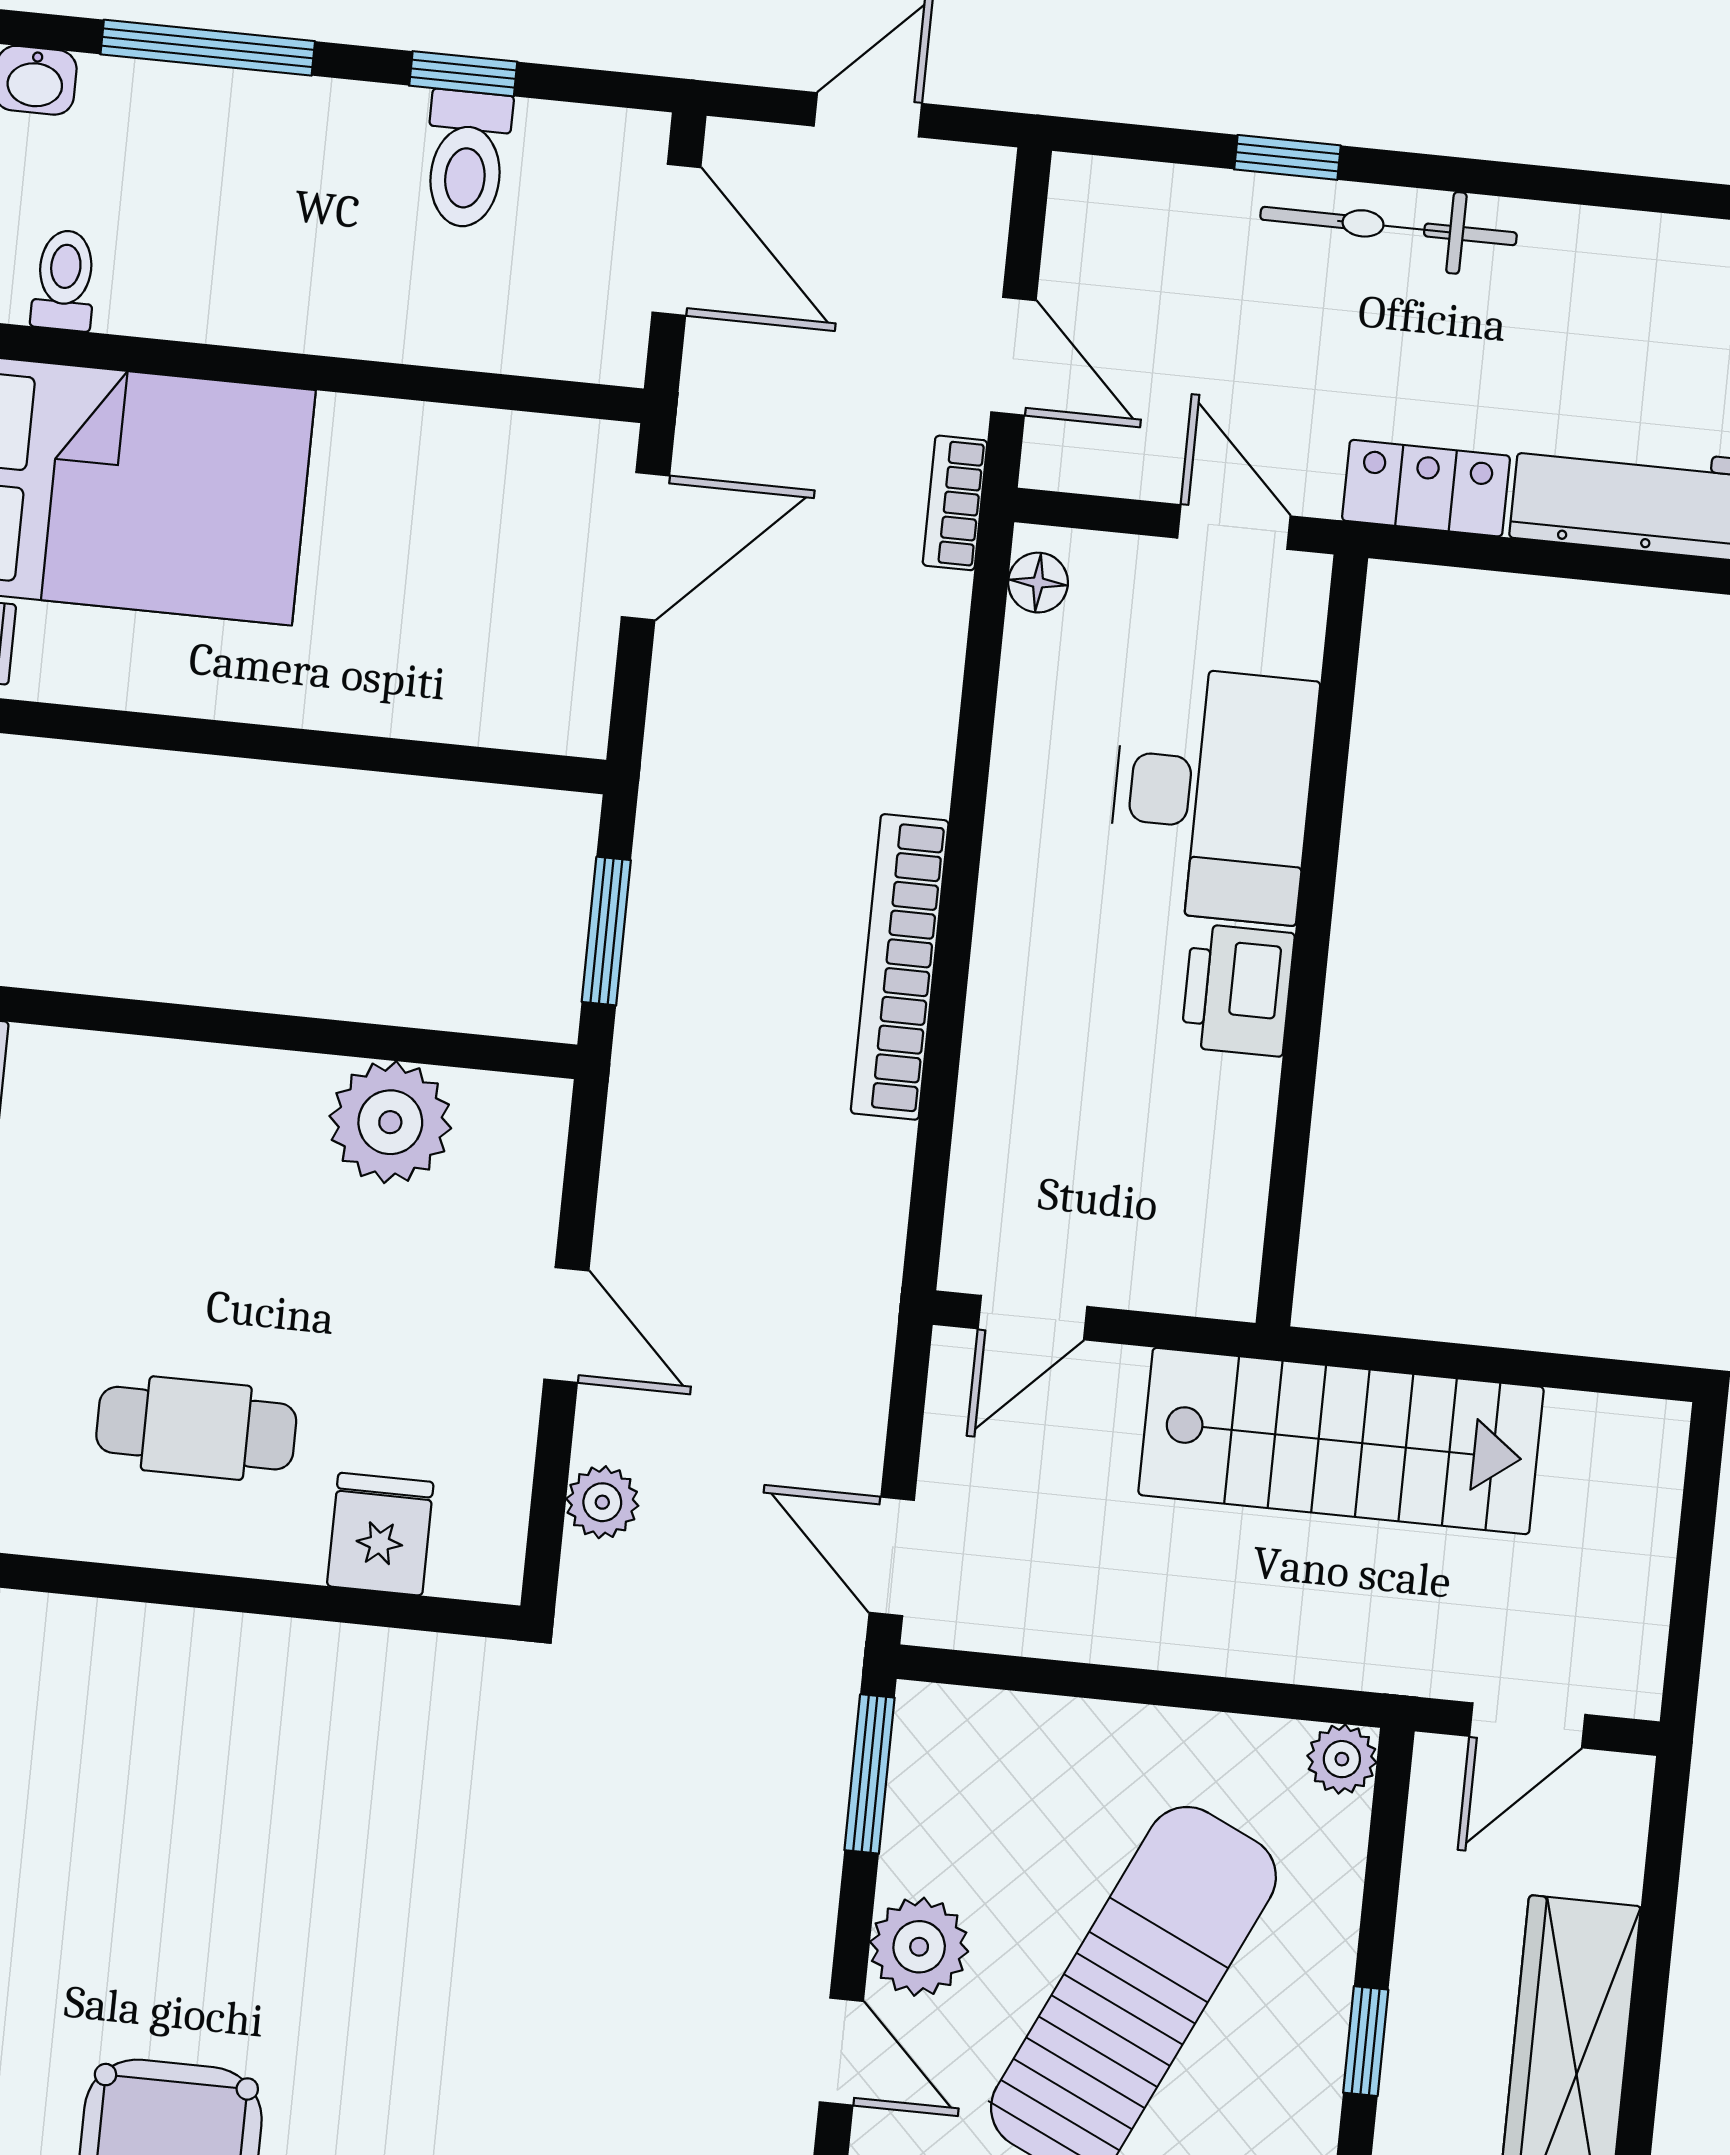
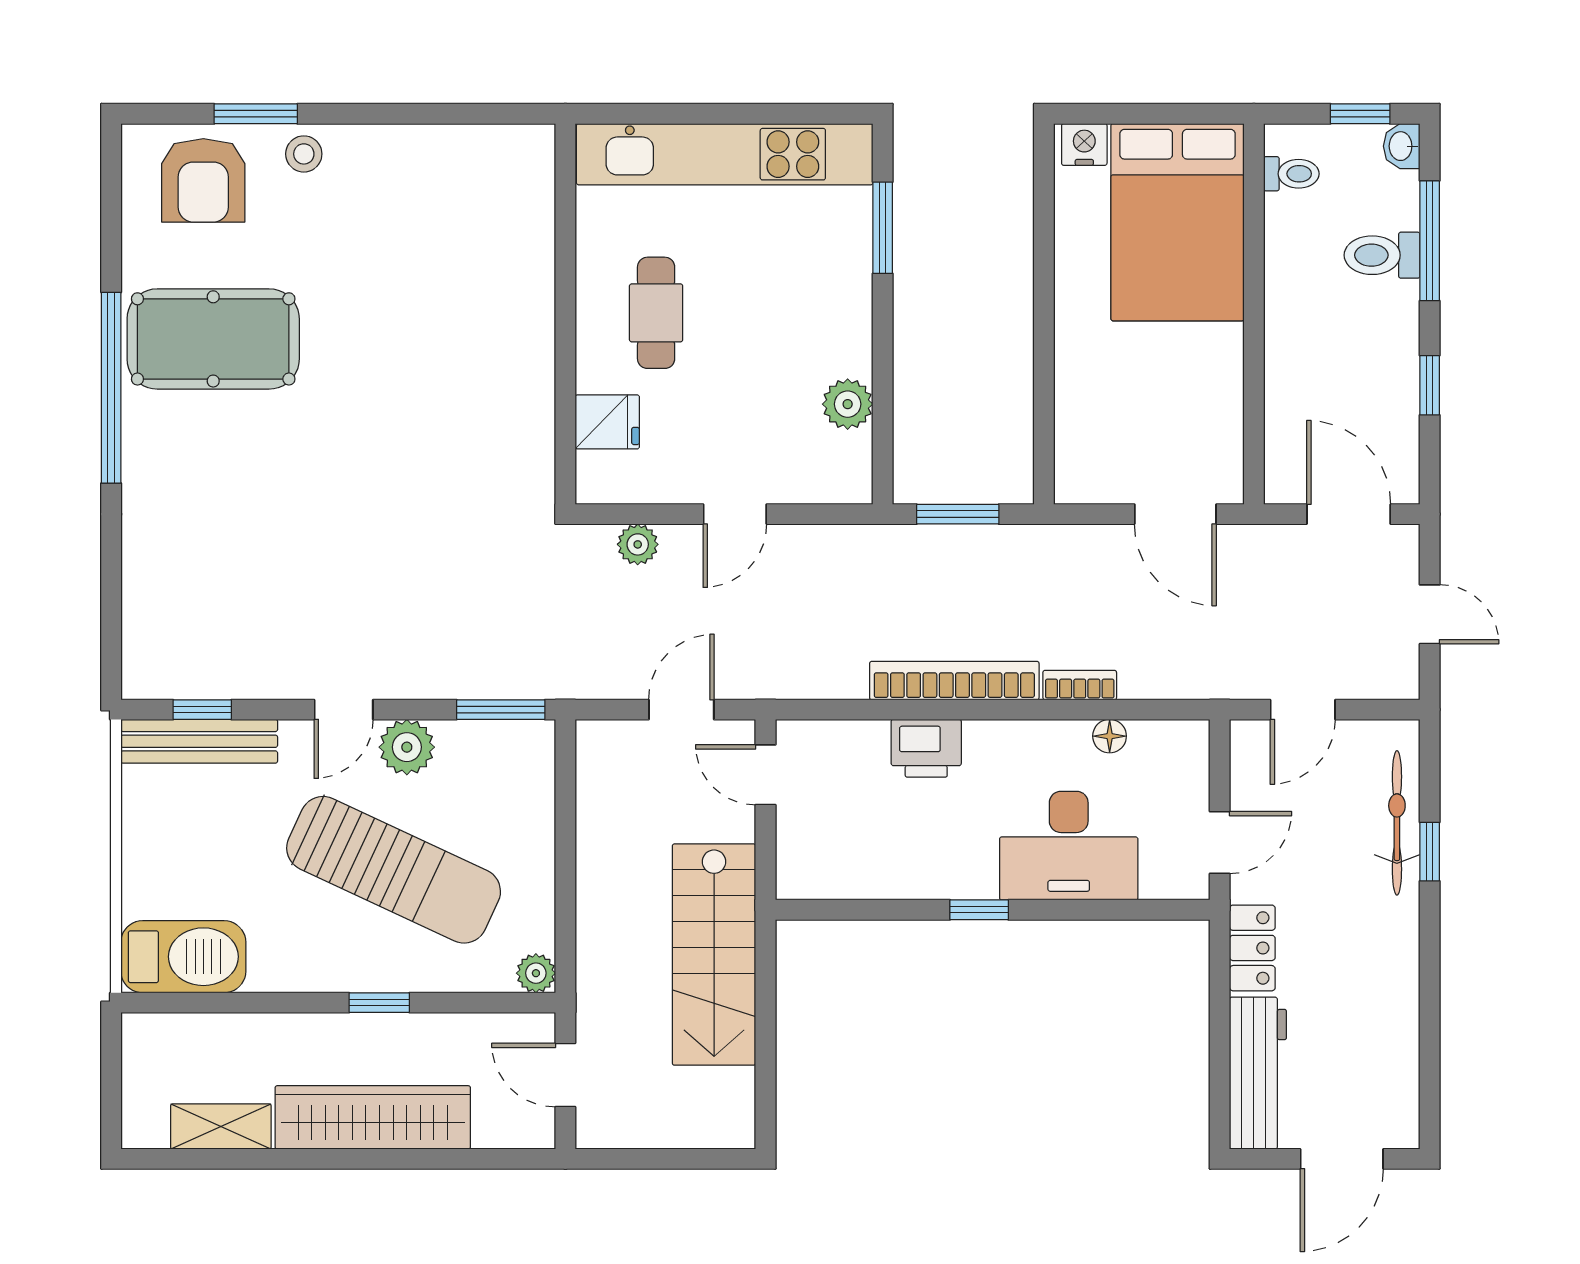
toilet: (467, 159) -> (1382, 255), moved
bicycle: (1389, 226) -> (1397, 823), moved
door: (677, 240) -> (1349, 514), swing flipped
bookcase: (955, 503) -> (1080, 685), moved
floor lamp: (1038, 583) -> (1110, 736), moved
window: (1309, 964) -> (979, 910), added
printer: (1238, 990) -> (926, 748), moved, turned 180
window: (87, 1012) -> (883, 228), added
plant: (390, 1122) -> (848, 404), width x0.73, depth x0.73
door: (892, 1556) -> (681, 710), moved

